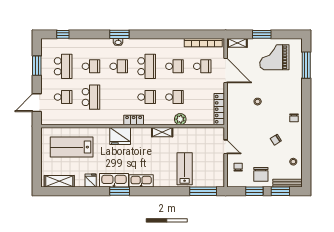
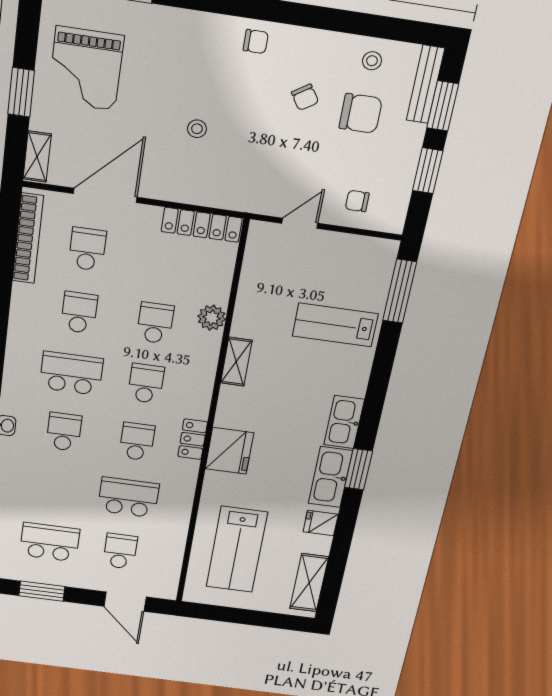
school desk: (91, 66) -> (137, 442), moved
locker: (134, 120) -> (193, 439), moved
chair: (261, 174) -> (361, 113), moved

